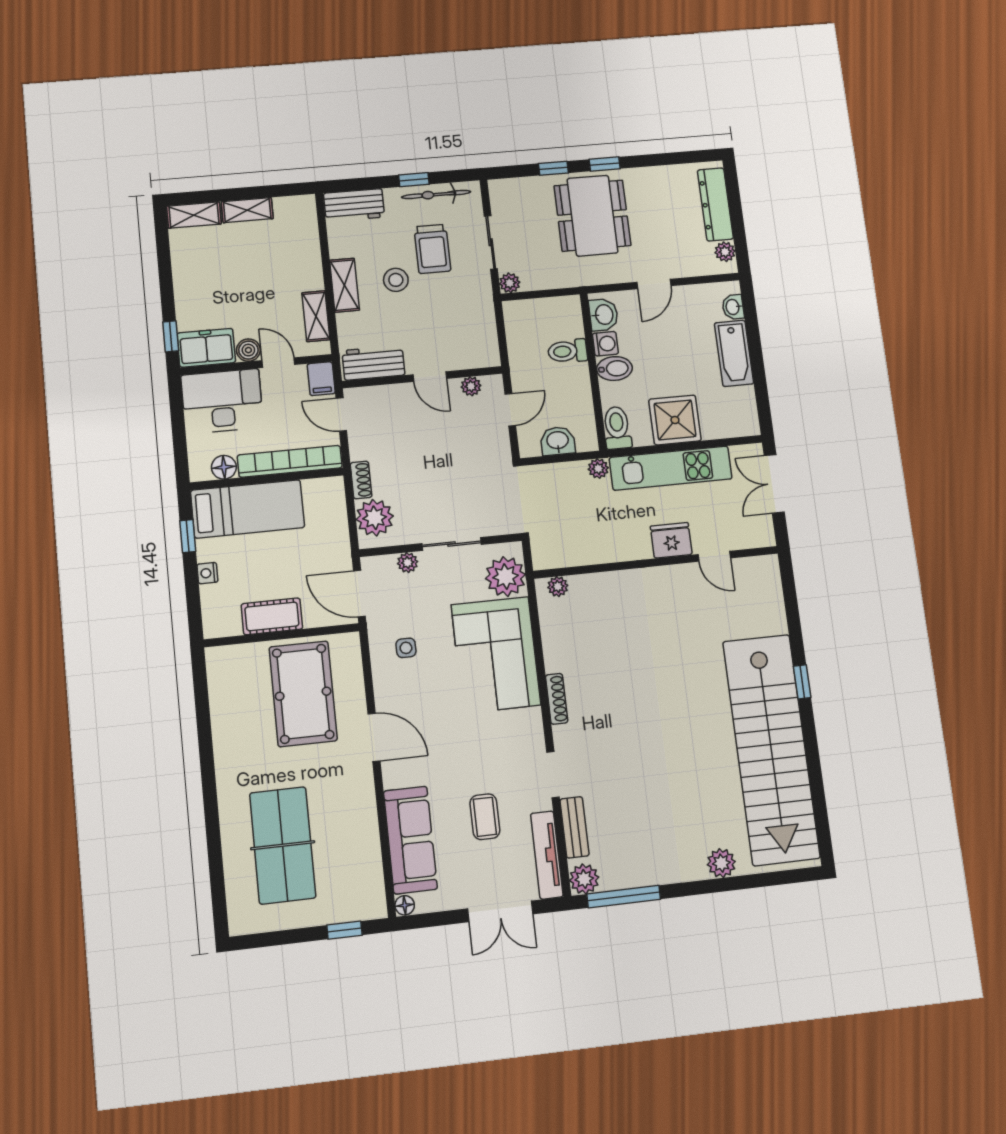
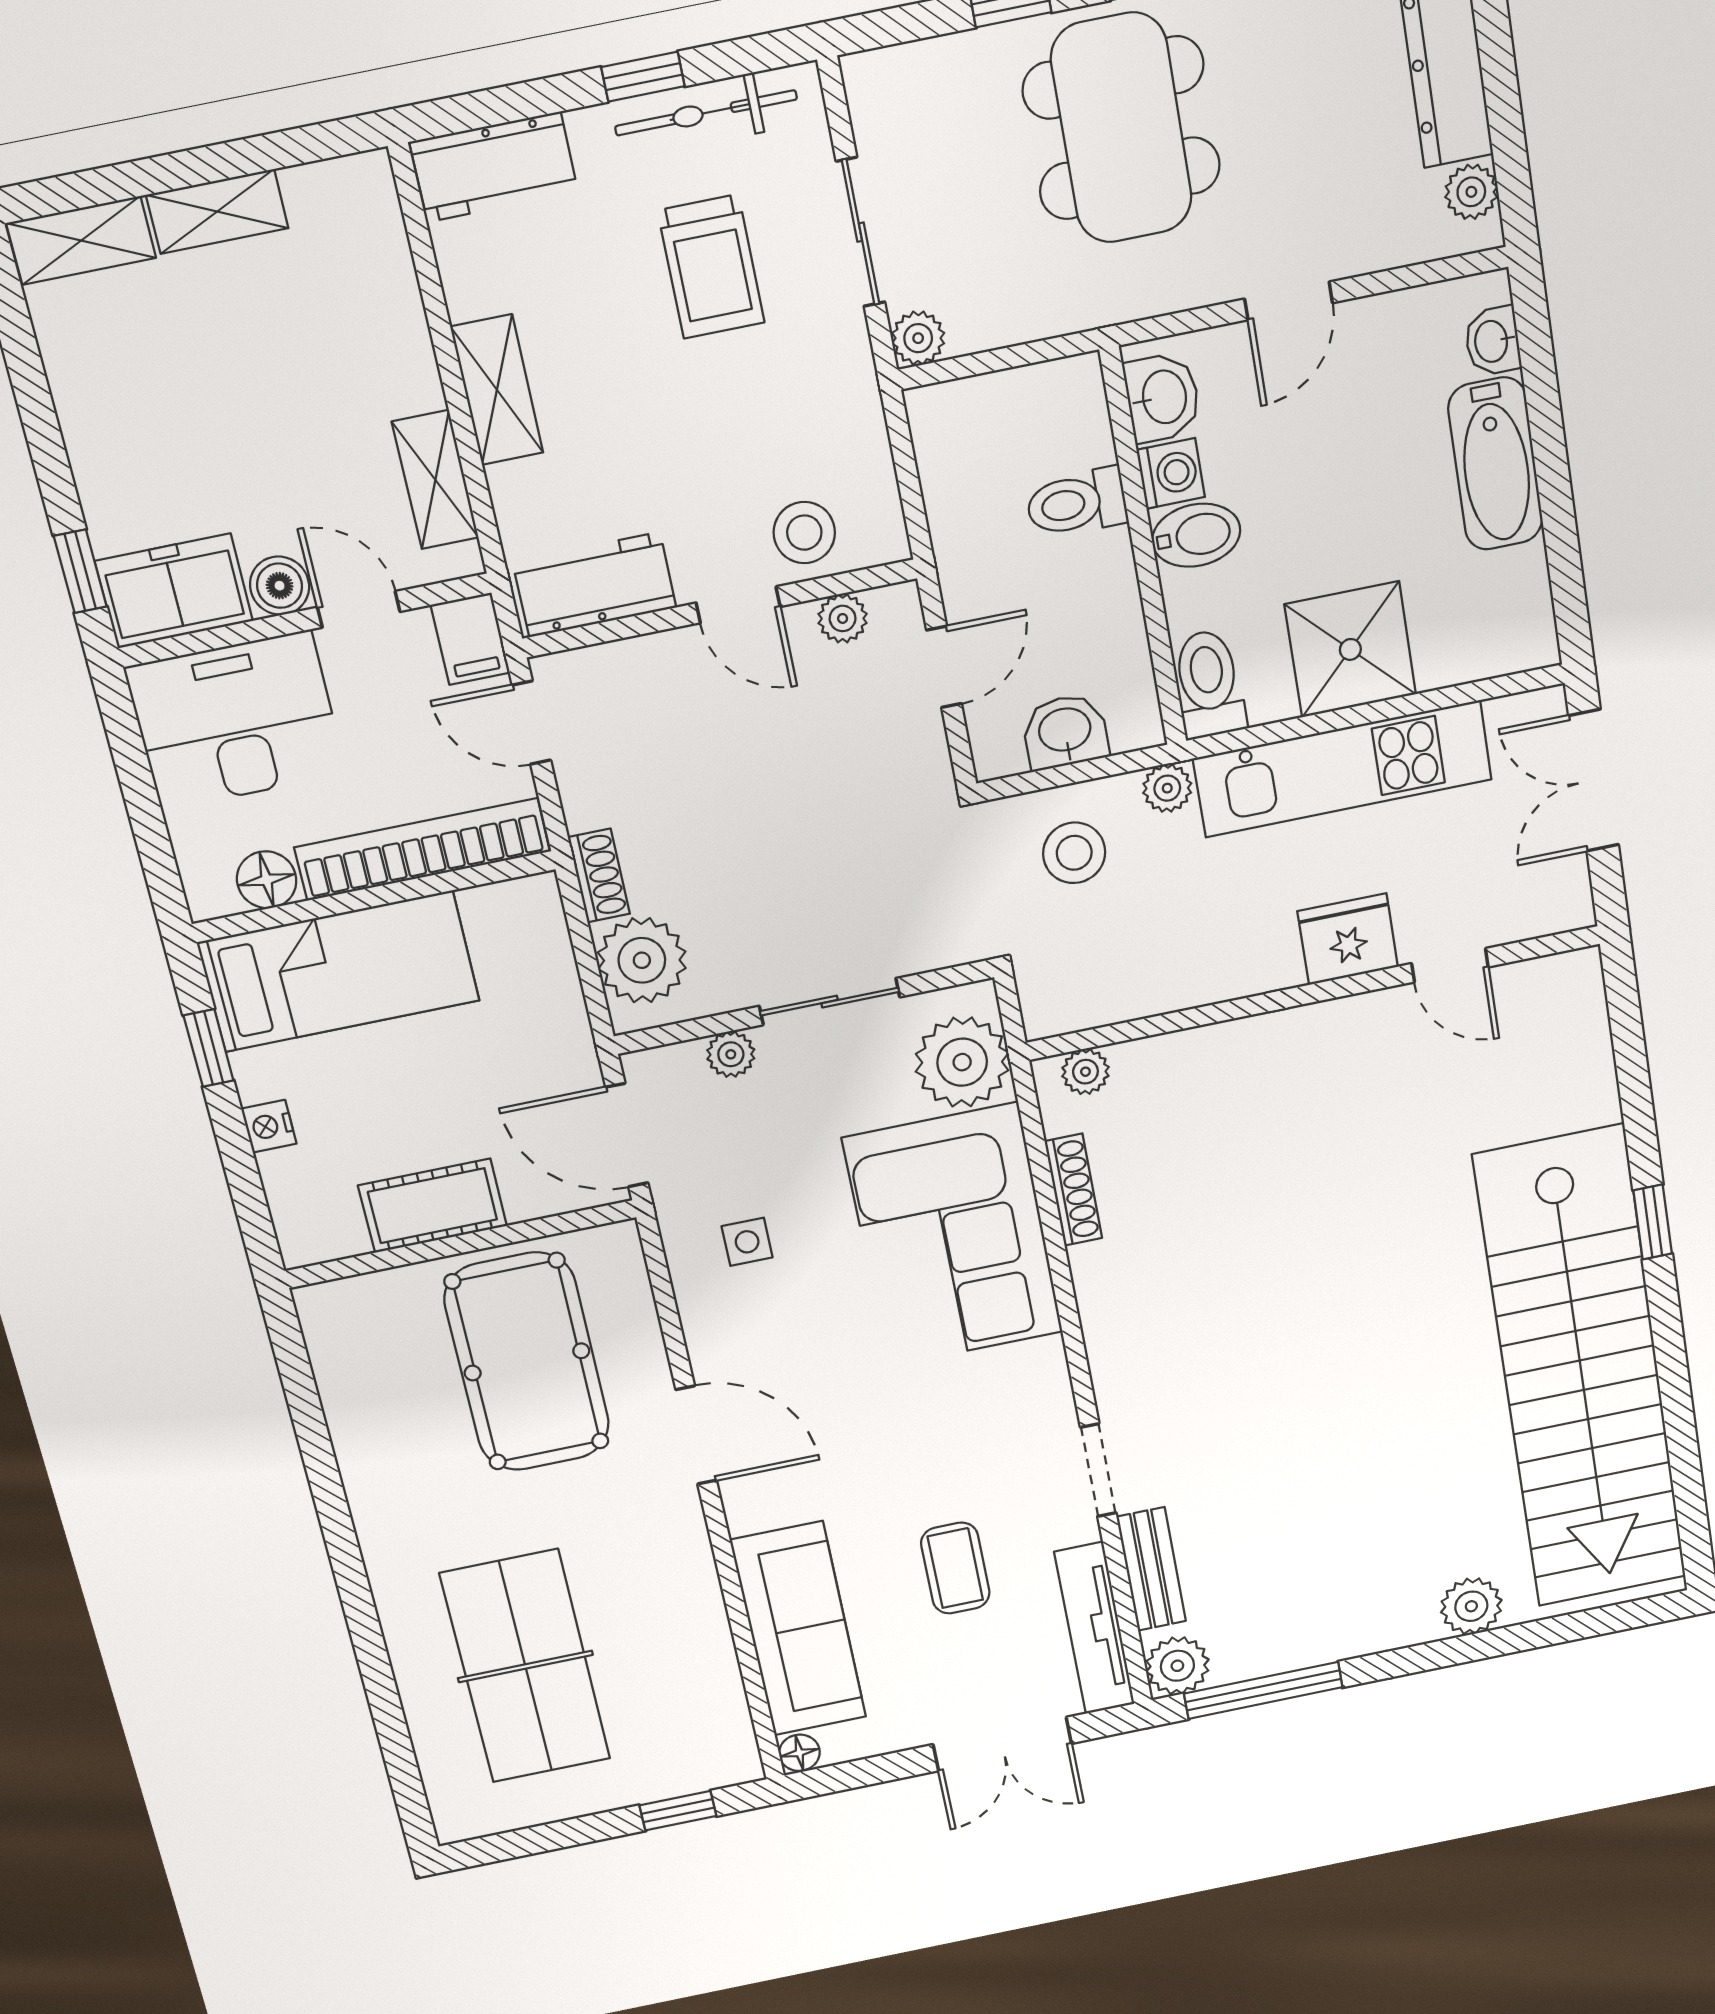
stool: (396, 280) -> (804, 533), moved
stool: (558, 491) -> (1074, 853), added
shoe rack: (557, 699) -> (1073, 1190), moved

